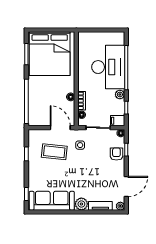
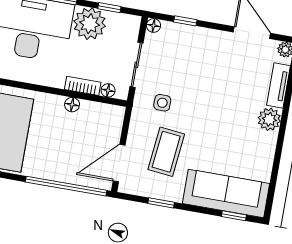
plant: (120, 94) -> (90, 24), width x1.87, depth x1.87
filing cabinet: (118, 121) -> (130, 27), removed
door: (60, 128) -> (119, 163), moved
armchair: (116, 154) -> (190, 40), removed
sofa: (52, 201) -> (226, 193), moved, turned 90

